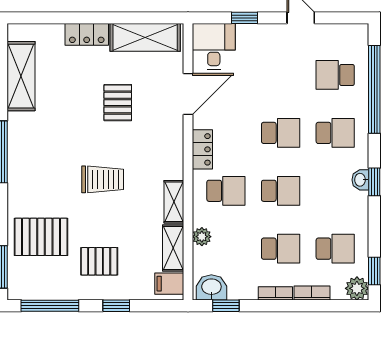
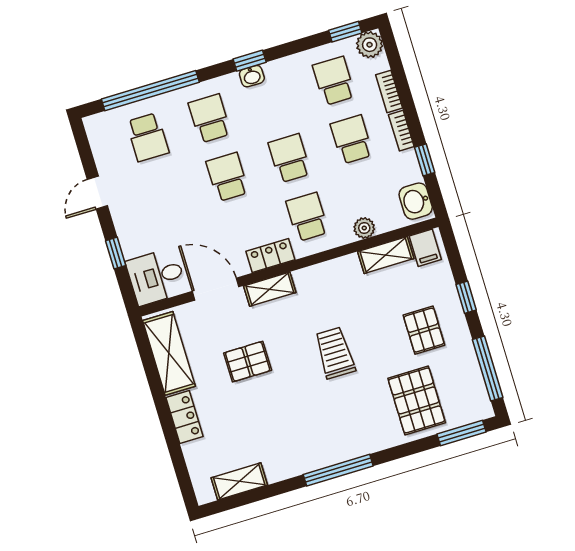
shelving: (21, 76) -> (239, 481), width x0.67, depth x0.75
shelving: (174, 202) -> (270, 289), moved
window: (226, 306) -> (425, 160), moved

